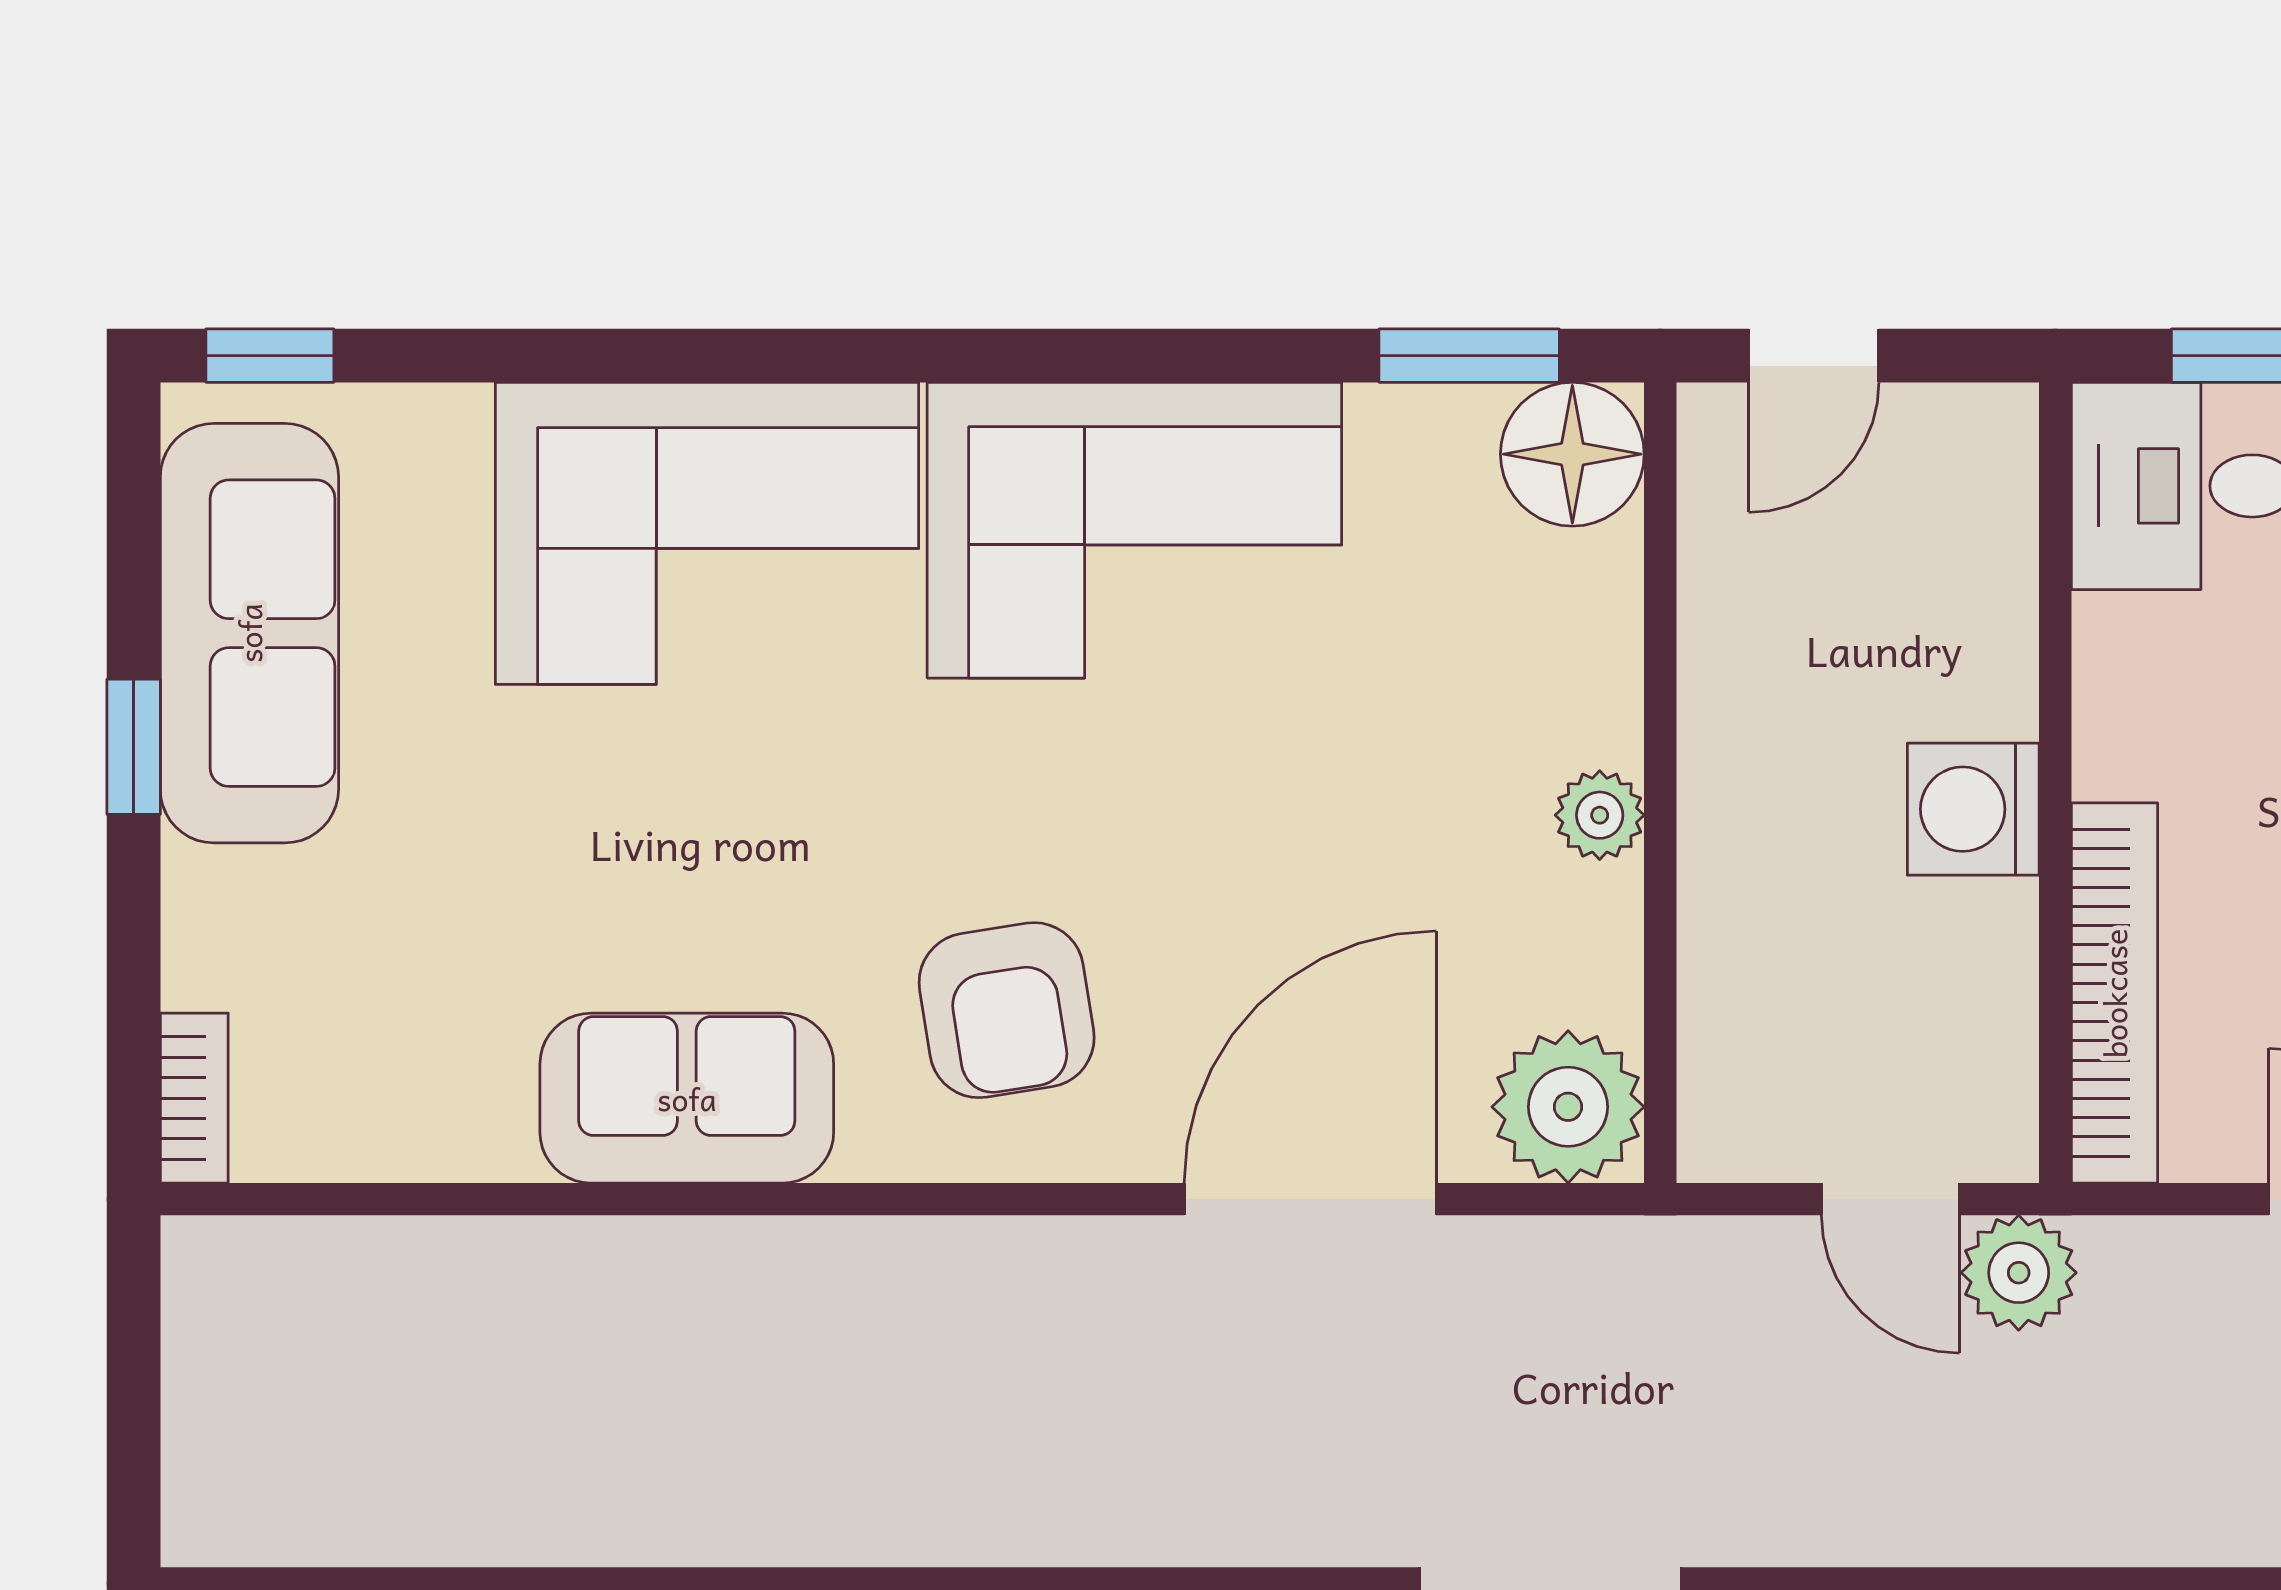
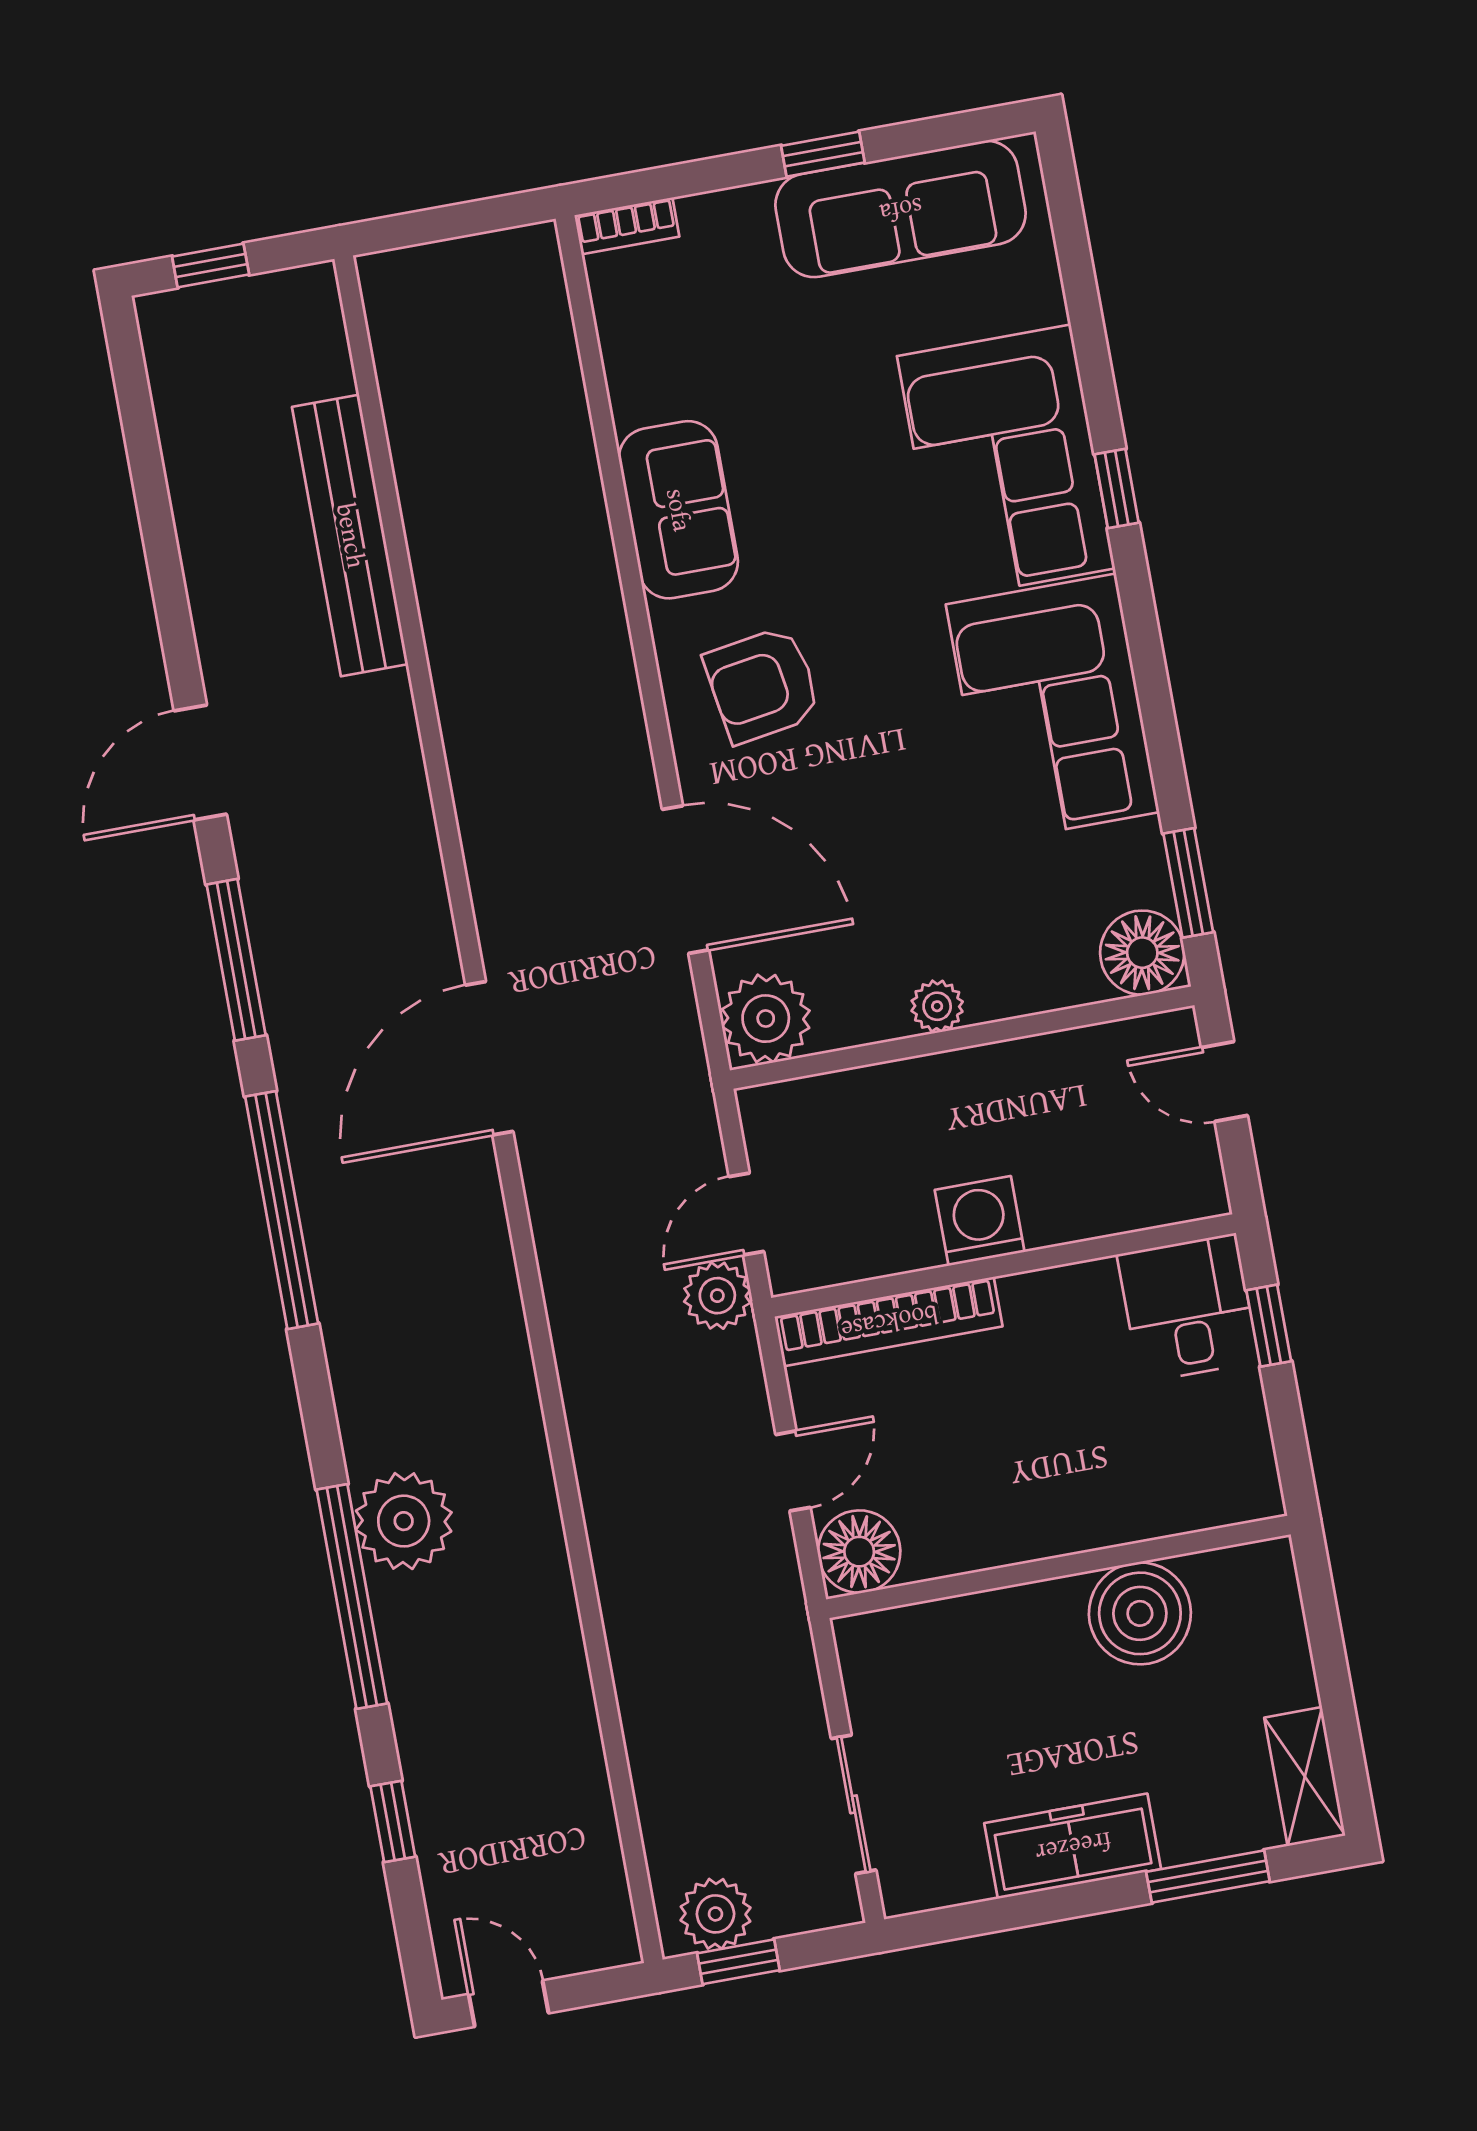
window: (270, 356) -> (1117, 489), moved

